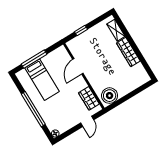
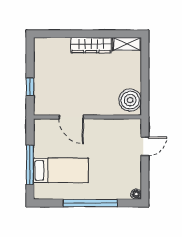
shelving: (116, 30) -> (127, 44), moved
wardrobe: (89, 98) -> (118, 127), removed
door: (87, 121) -> (145, 146), hinge flipped

